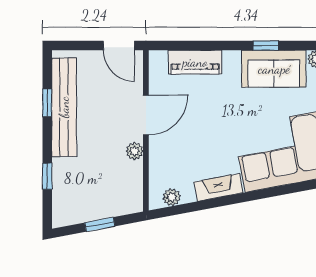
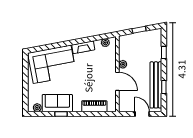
door: (119, 46) -> (142, 114), moved
door: (146, 115) -> (117, 81), swing flipped

